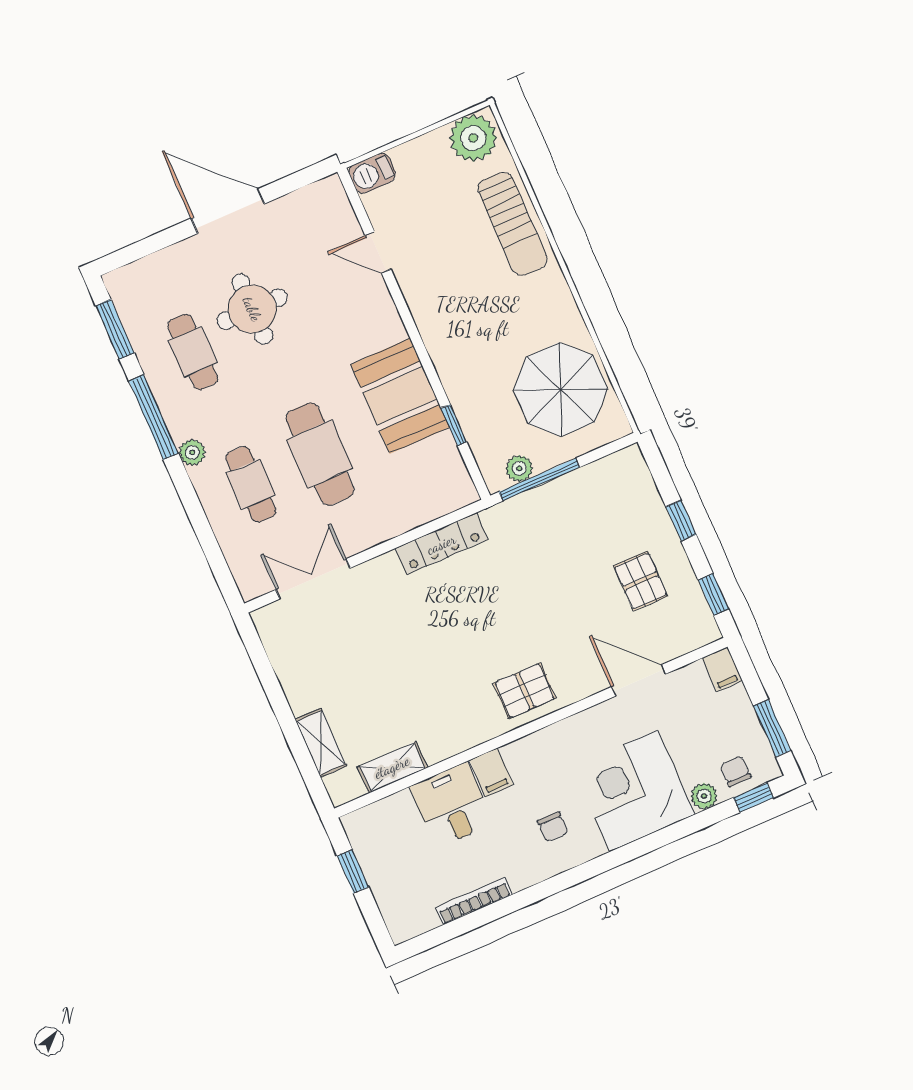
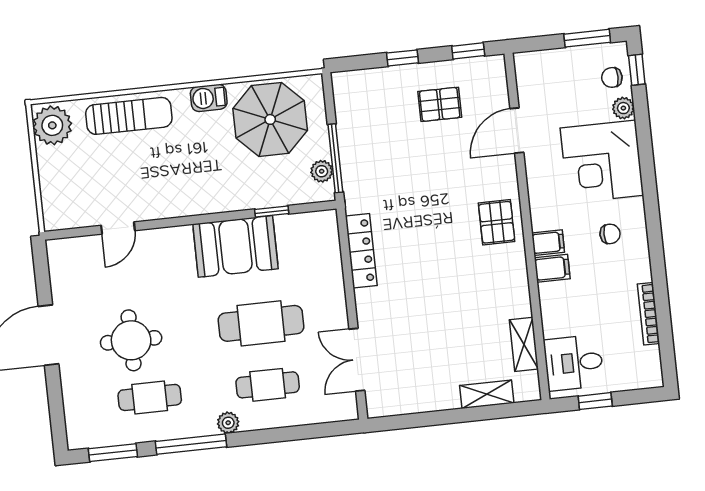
barbecue: (372, 173) -> (209, 98), moved, turned 90
filing cabinet: (722, 669) -> (548, 243), moved
desk: (452, 805) -> (574, 363), moved

